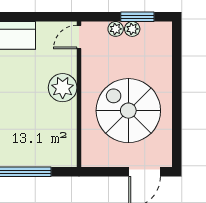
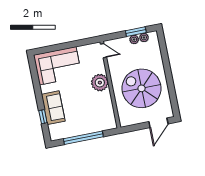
plant: (116, 29) -> (144, 38), moved
door: (79, 37) -> (104, 51), swing flipped

